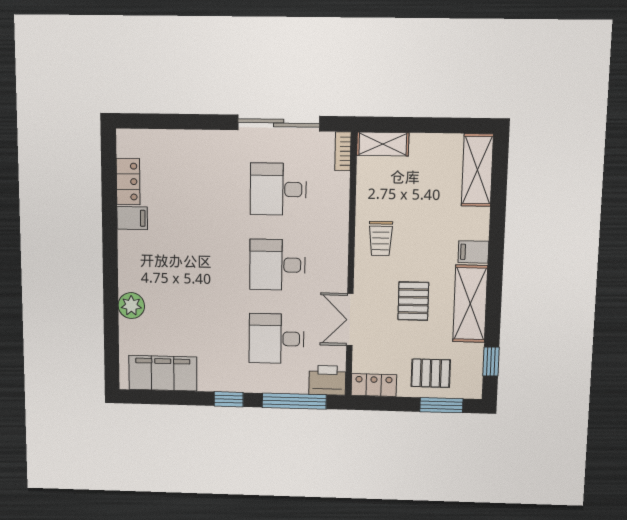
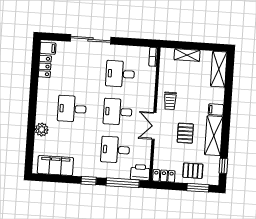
sliding door: (279, 123) -> (91, 39), moved
shelving: (383, 144) -> (187, 55), moved
filing cabinet: (132, 218) -> (48, 48), moved
desk: (187, 263) -> (72, 109), added
double door: (350, 320) -> (154, 126), moved

